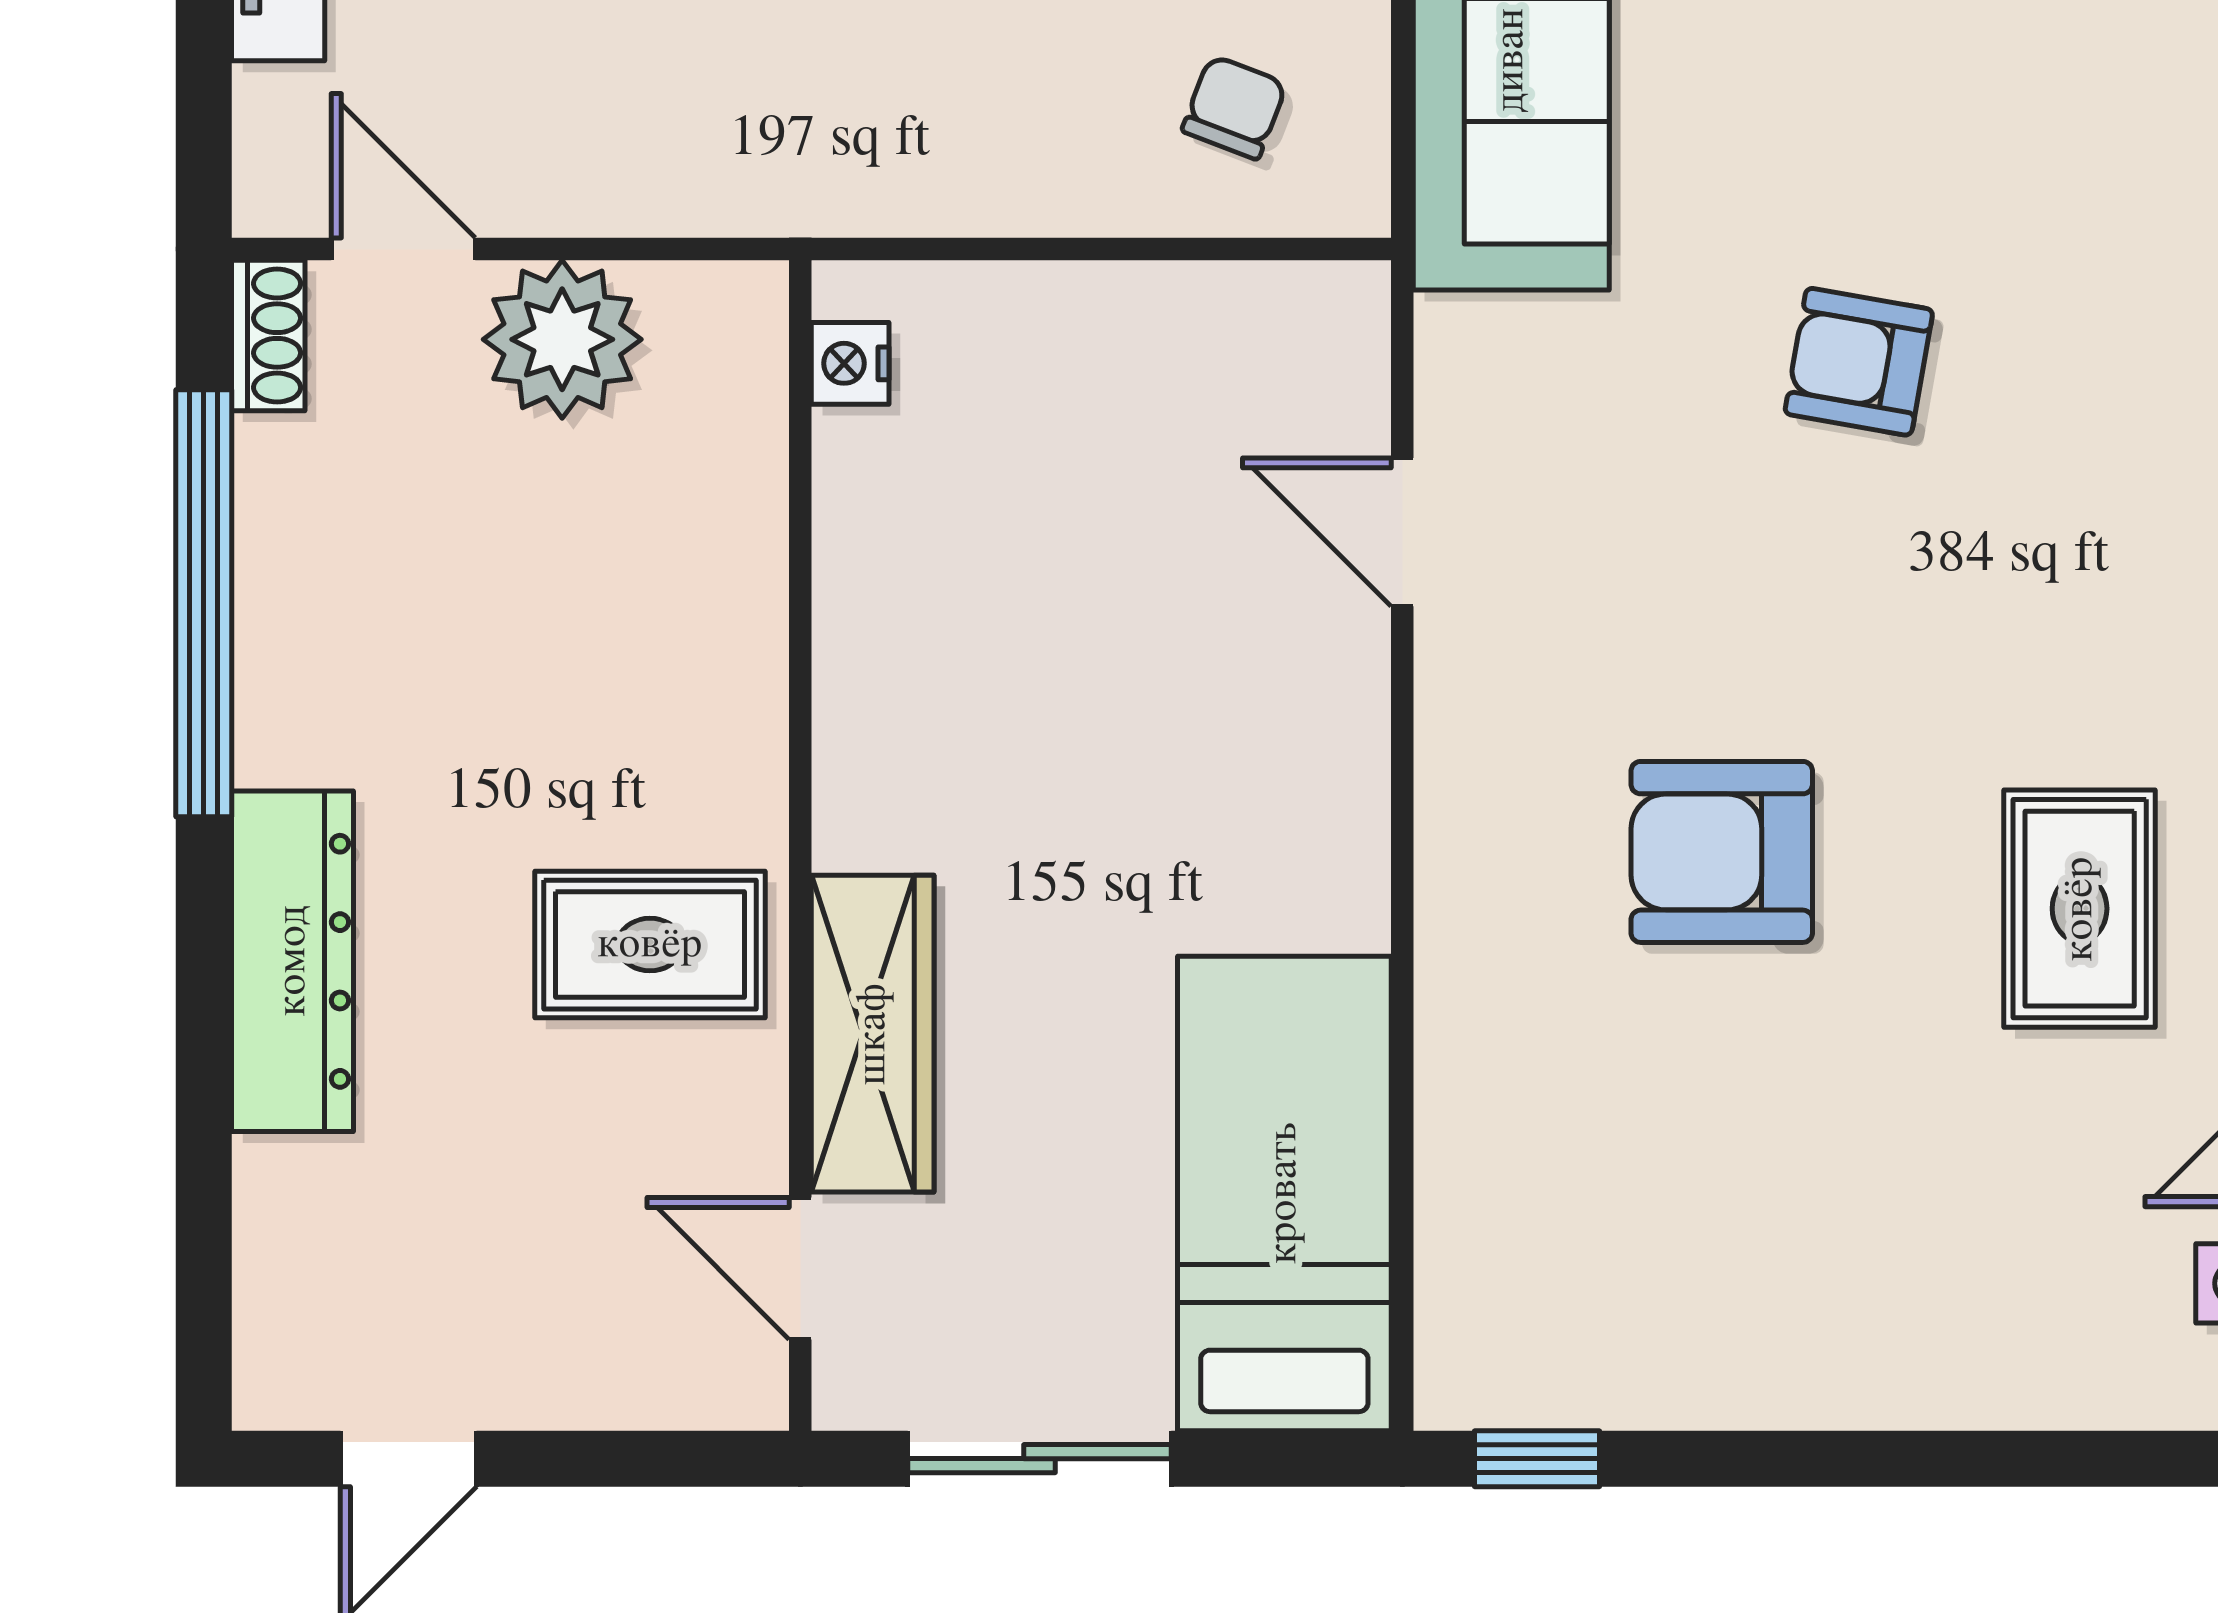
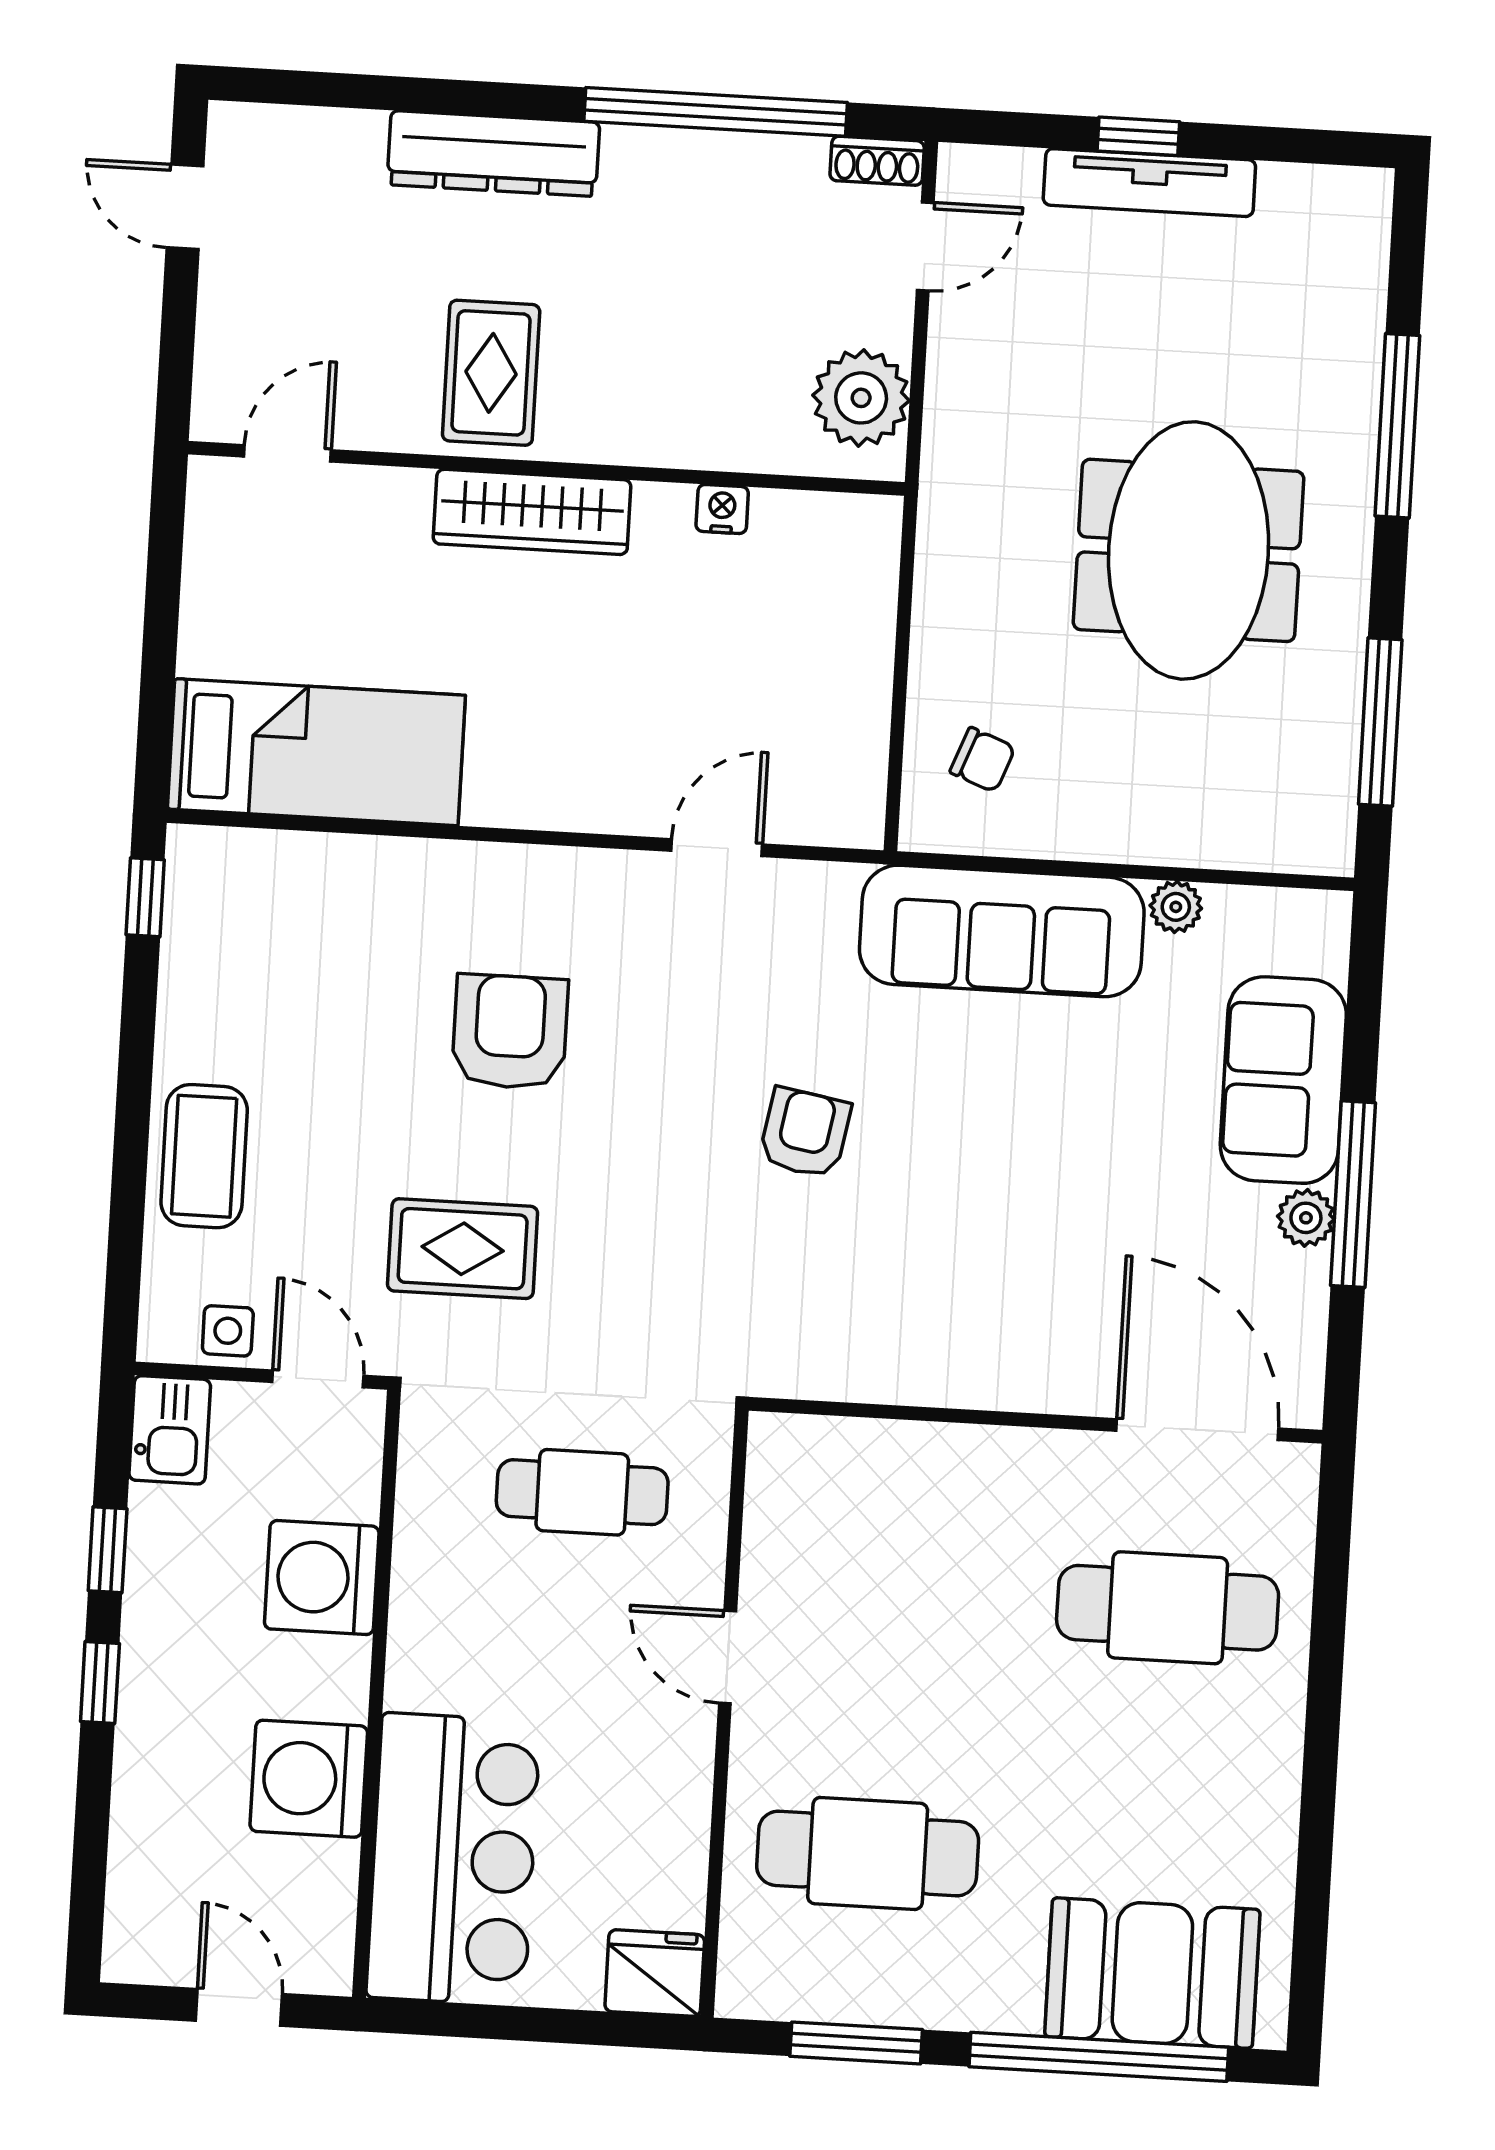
plant: (562, 339) -> (861, 398), moved
nightstand: (850, 363) -> (722, 509), moved
wardrobe: (873, 1034) -> (532, 512), moved
coffee table: (1953, 1338) -> (204, 1156), added
sliding door: (1039, 1459) -> (163, 593), removed

